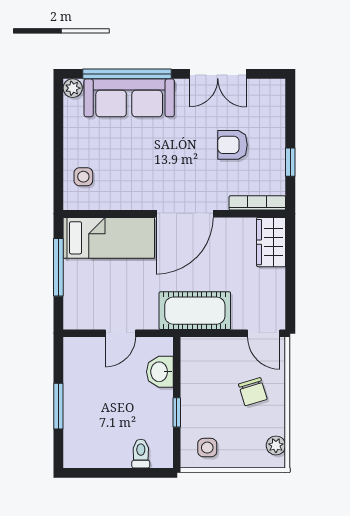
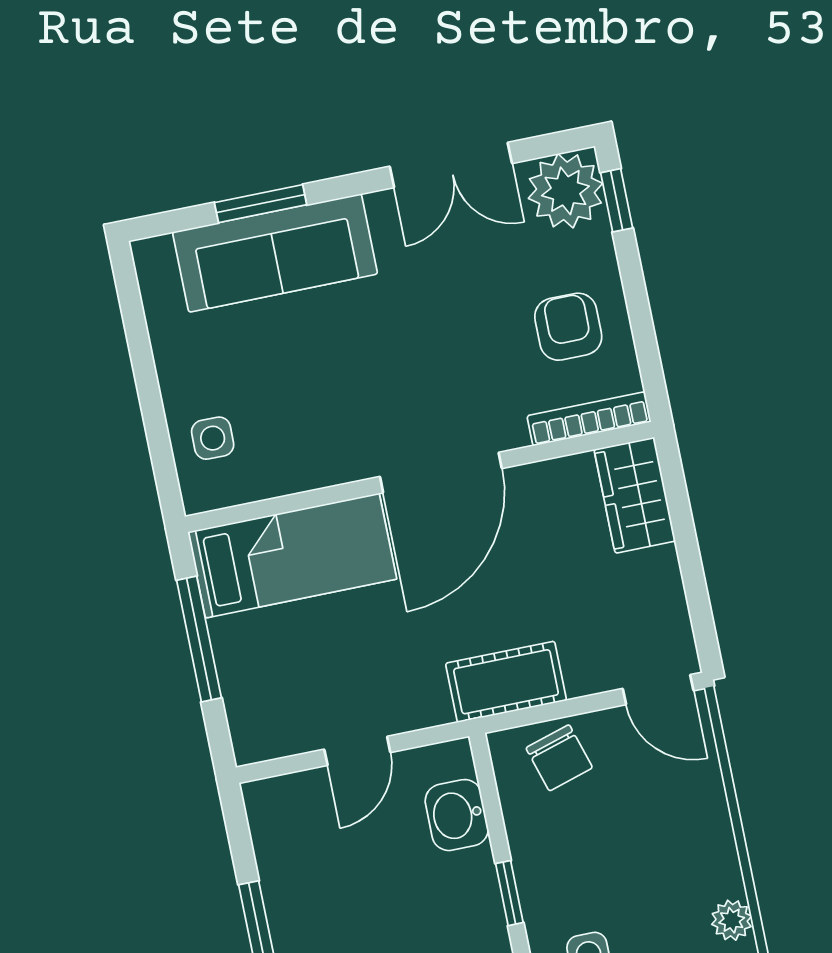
window: (127, 74) -> (261, 204), width x0.47
plant: (73, 88) -> (565, 191), moved, width x1.87, depth x1.87
armchair: (232, 145) -> (568, 327), moved, turned 90
window: (290, 162) -> (617, 200), moved
cot: (195, 311) -> (506, 682), width x0.73, depth x0.75
chair: (253, 392) -> (559, 758), moved

